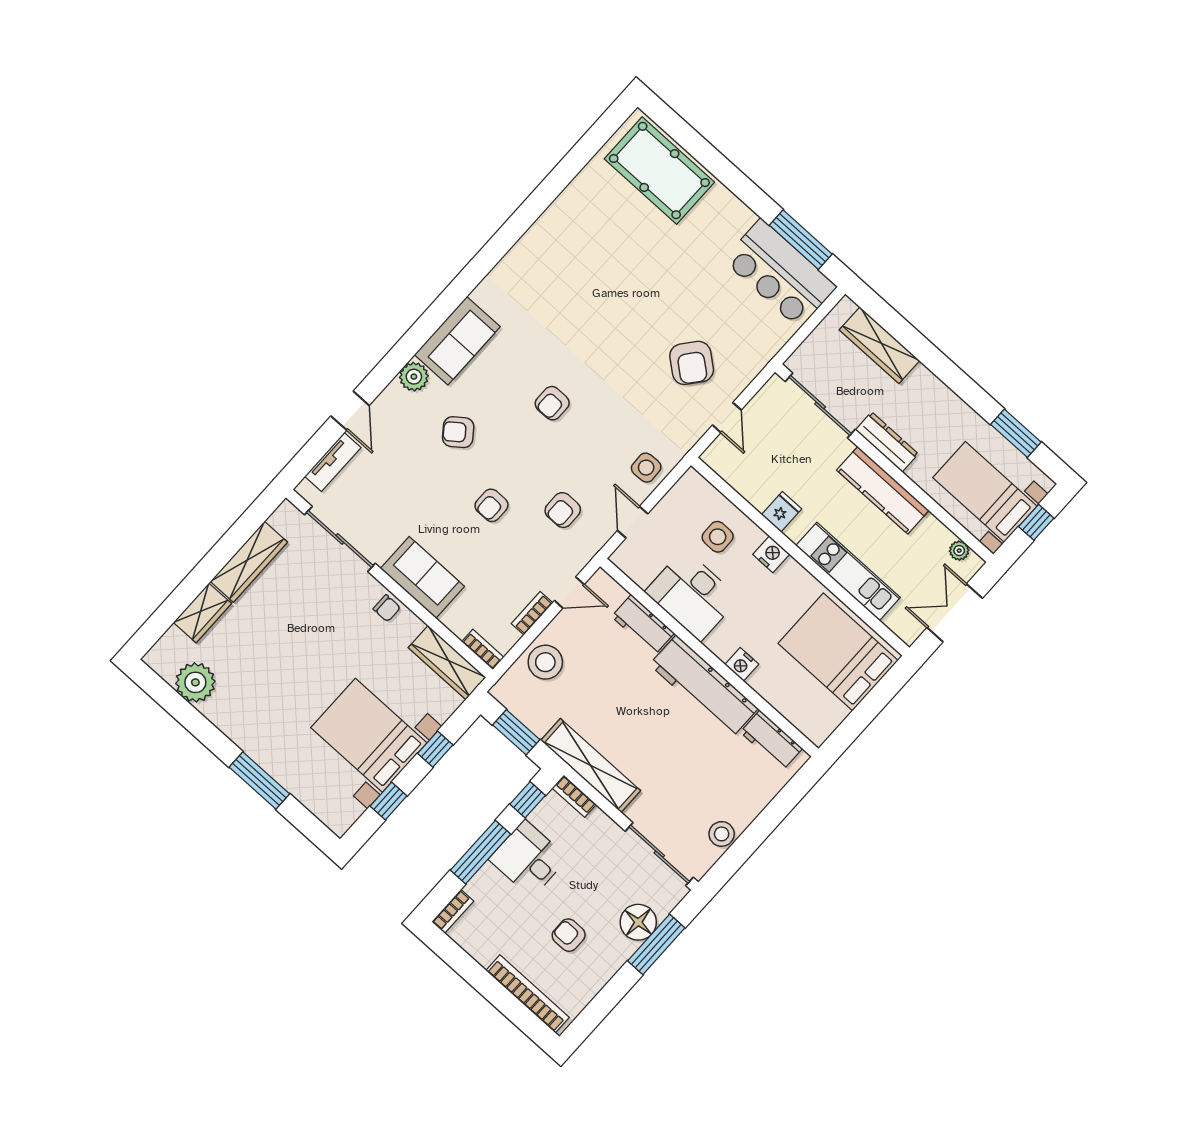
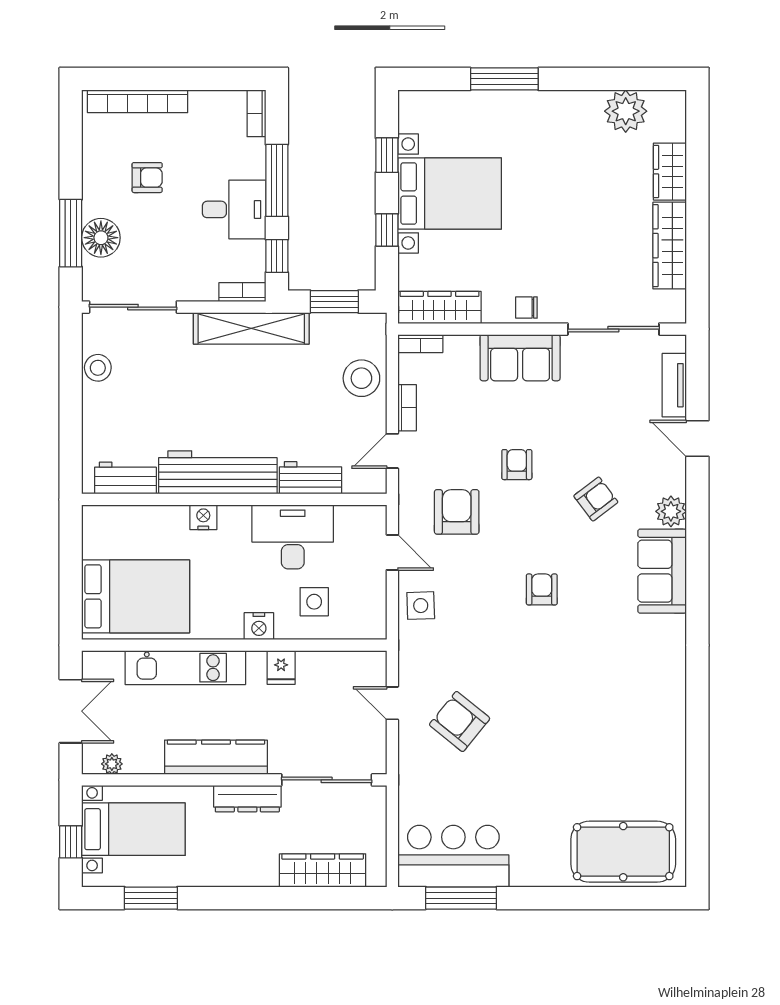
armchair: (563, 510) -> (457, 512), width x1.38, depth x1.38

